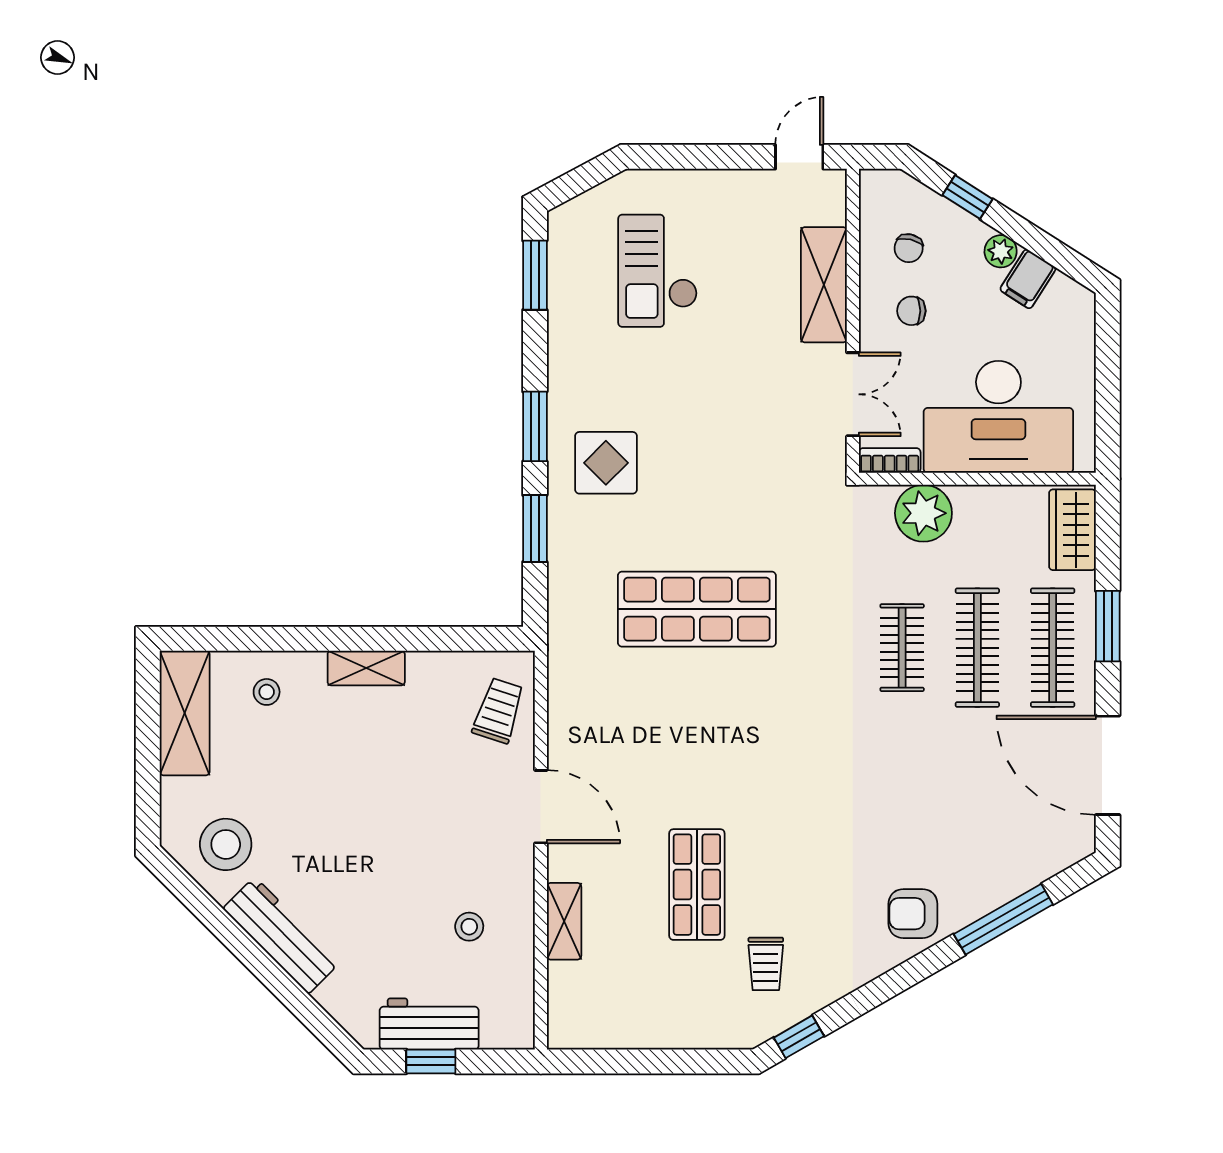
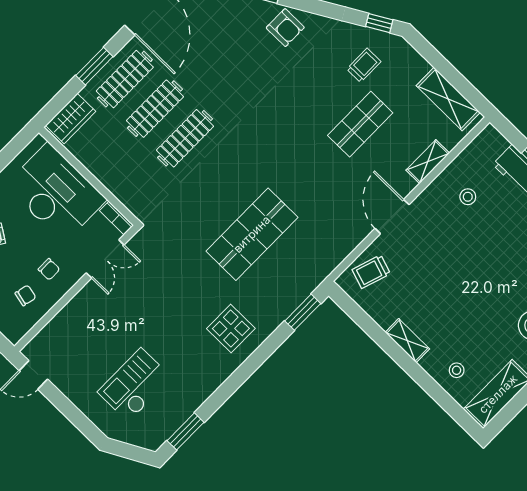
checkout: (658, 271) -> (135, 385), turned 180
shelving: (824, 285) -> (448, 99), moved, turned 90
double door: (853, 394) -> (105, 259), swing flipped
window: (535, 426) -> (245, 371), removed
plant: (923, 513) -> (124, 184), removed
window: (535, 528) -> (303, 312), moved
shop shelf: (697, 609) -> (252, 234), turned 90
clothes rail: (902, 648) -> (185, 138), width x1.36

